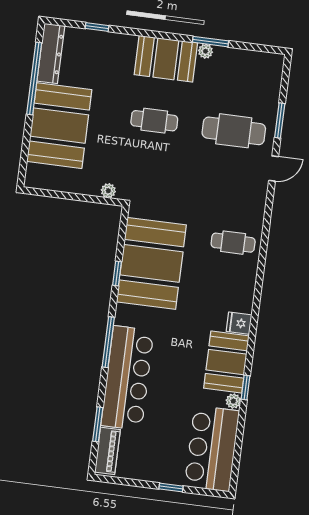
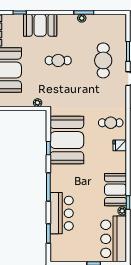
booth: (166, 59) -> (40, 25), moved
cafe table: (234, 131) -> (103, 60), turned 90
fridge: (239, 323) -> (120, 145), moved
bar counter: (127, 378) -> (62, 213), width x0.73
piano: (108, 451) -> (56, 248), removed

